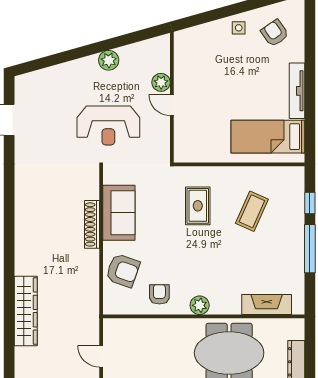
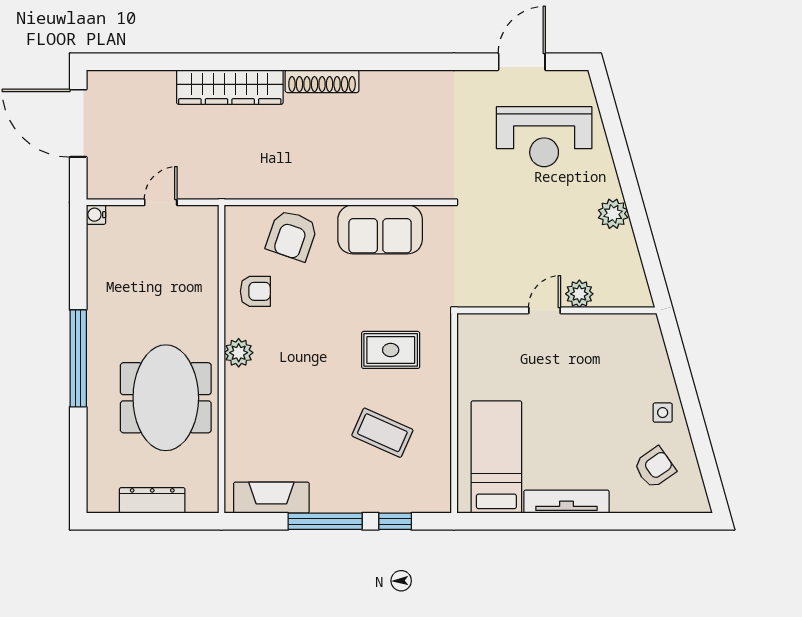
reception desk: (108, 126) -> (544, 137), moved, turned -90
shoe rack: (92, 224) -> (322, 81), moved, turned 180
fireplace: (267, 305) -> (271, 498), moved, turned -90

